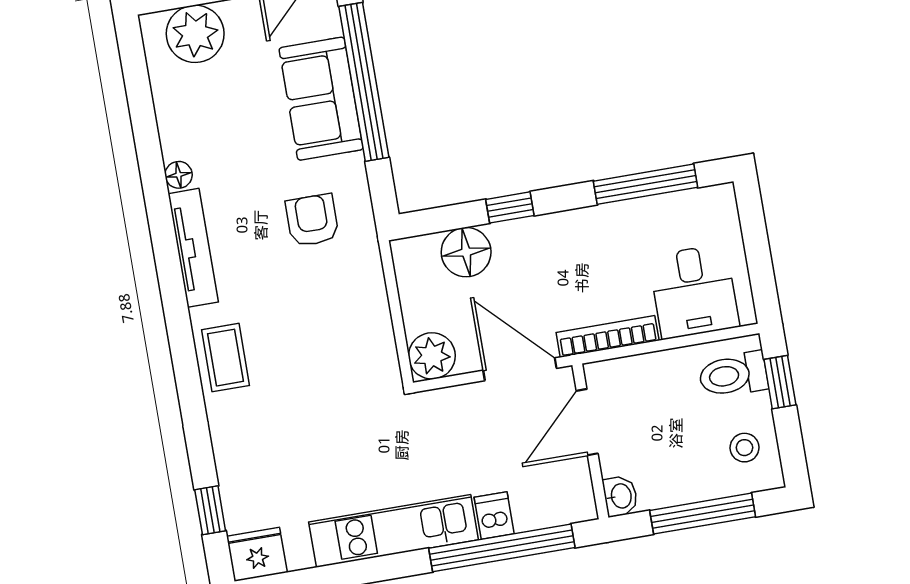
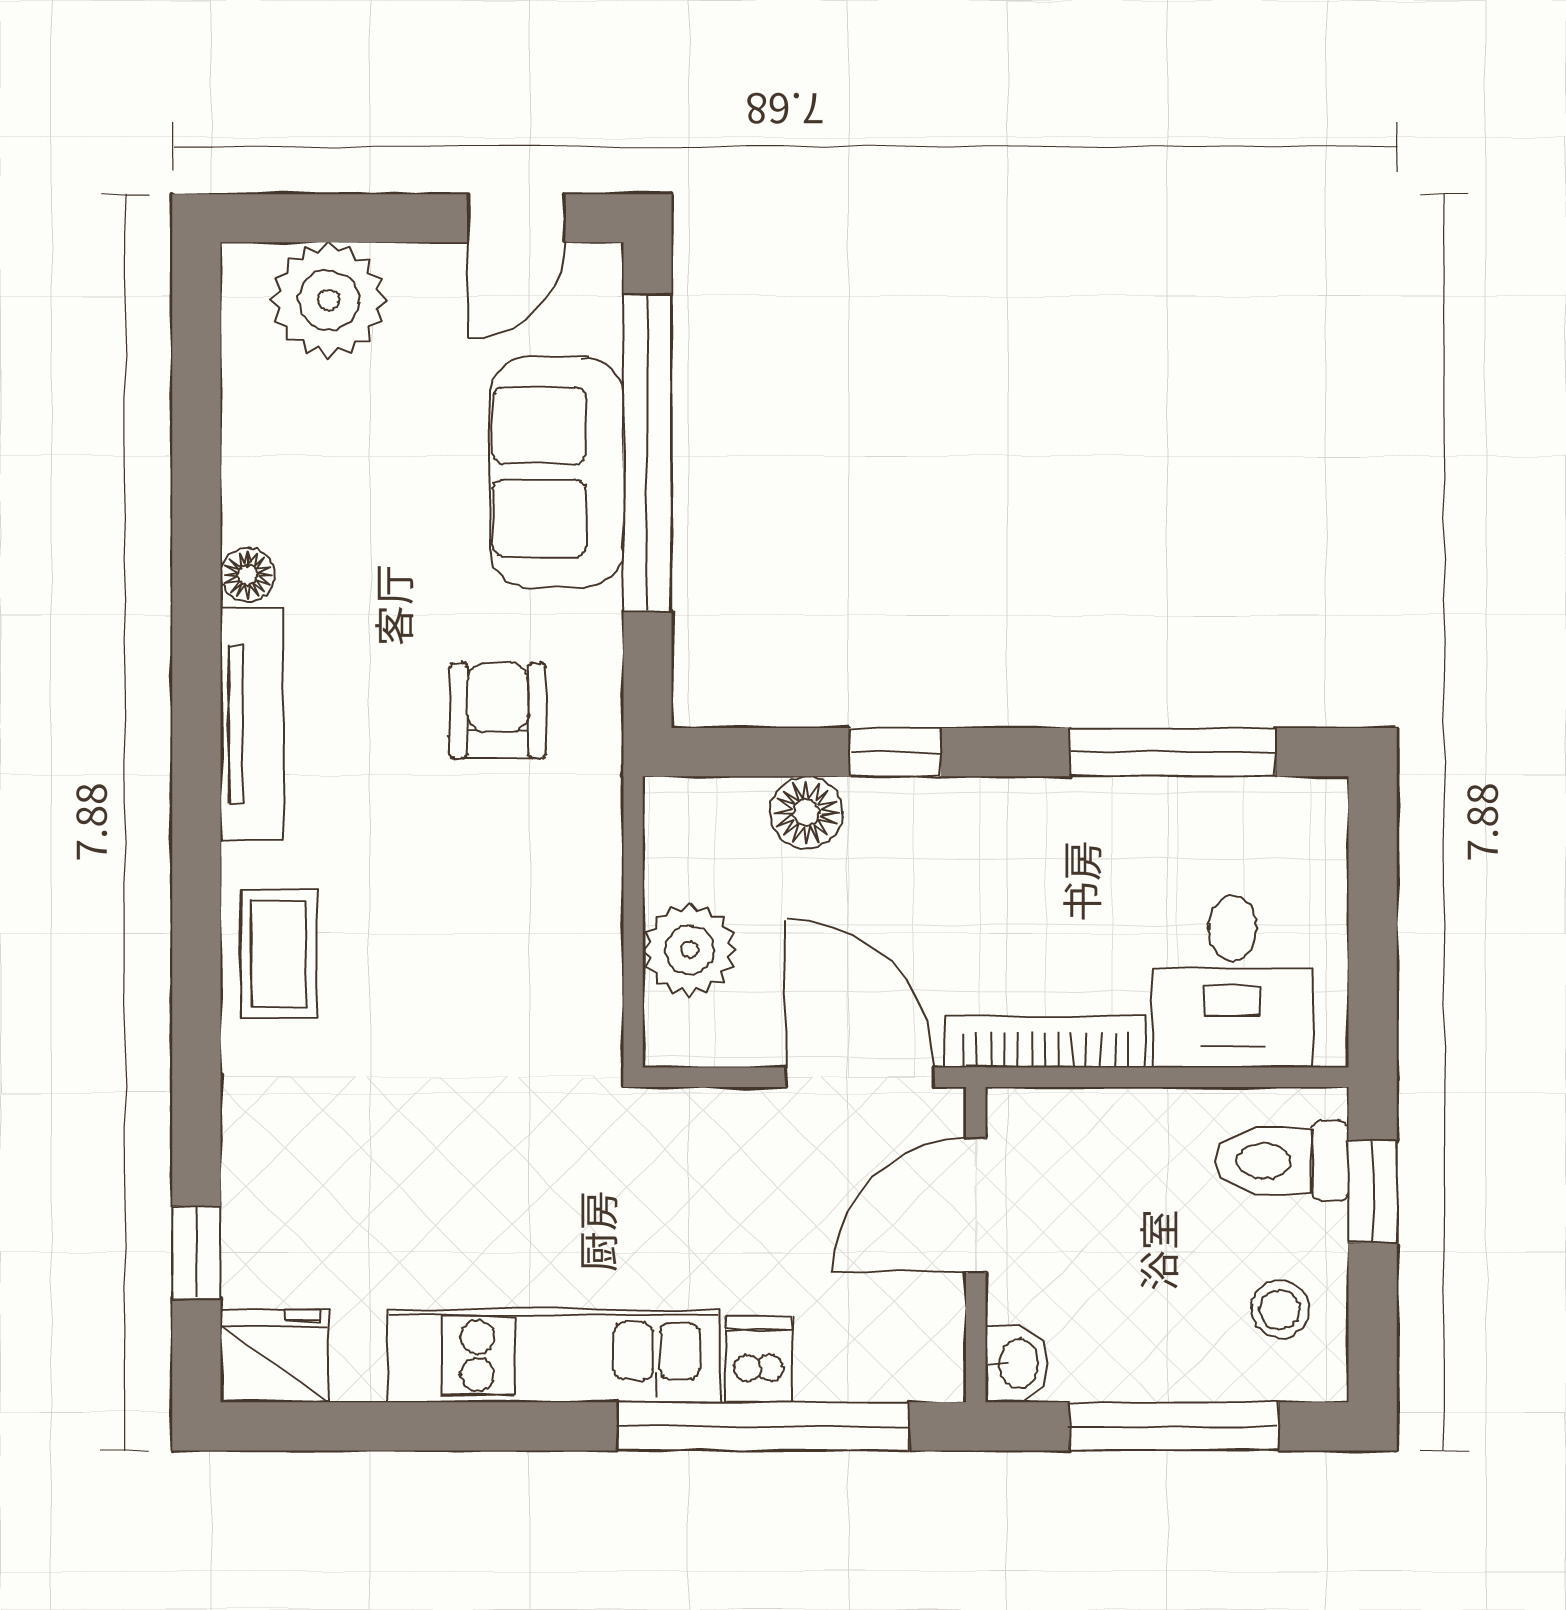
floor lamp: (466, 252) -> (806, 812), width x0.73, depth x0.73
plant: (432, 356) -> (690, 950), moved

